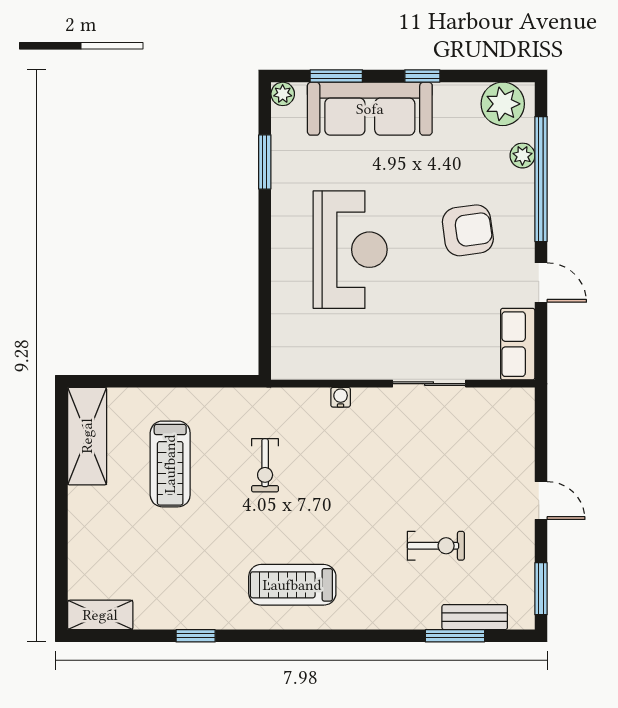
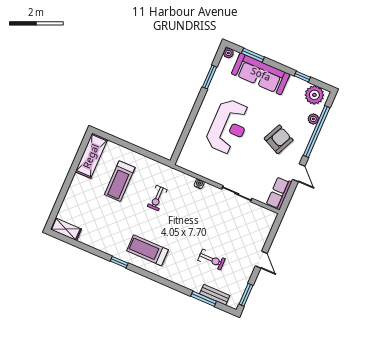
window: (422, 76) -> (302, 77), moved
armchair: (468, 230) -> (279, 139), turned -57
window: (196, 636) -> (119, 262), moved

